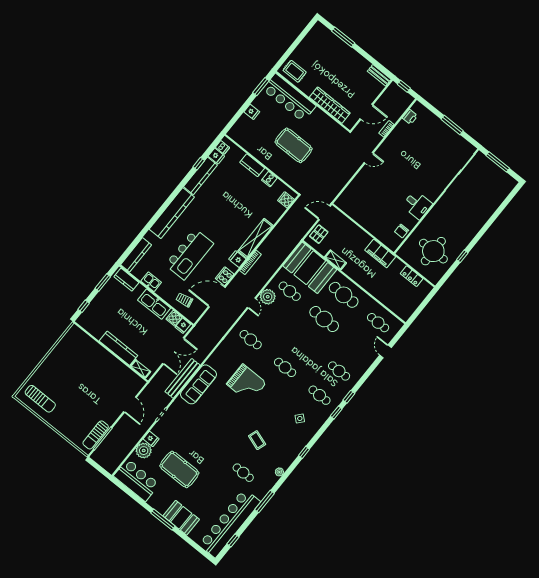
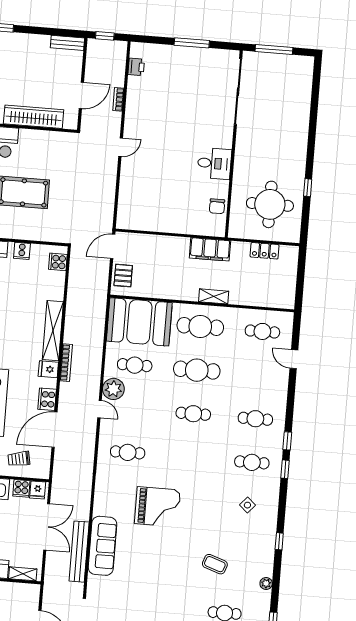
shelving: (336, 260) -> (214, 296), moved
cafe table: (285, 367) -> (193, 414), moved

